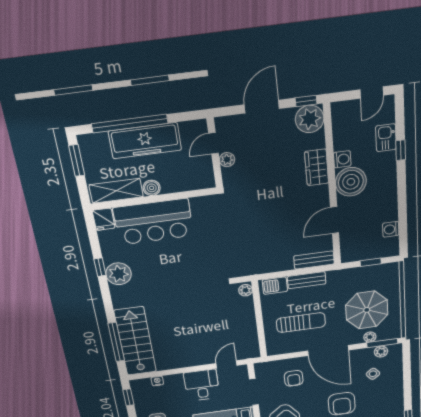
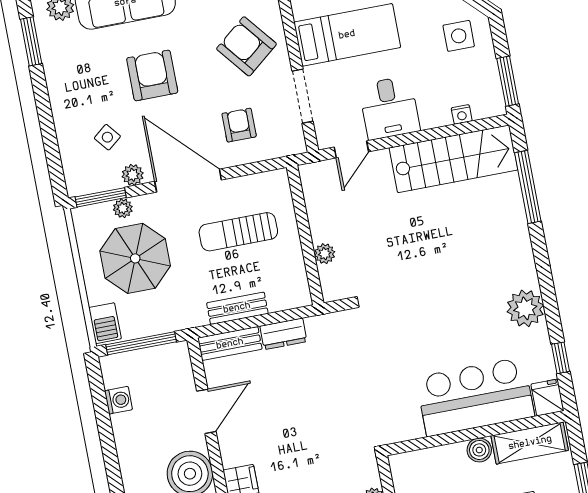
window: (371, 262) -> (141, 343), width x2.17
dresser: (279, 264) -> (283, 334), added
window: (100, 267) -> (560, 358), moved
barbecue: (275, 286) -> (105, 323), moved, turned 90
plant: (246, 290) -> (325, 254), moved
stairs: (135, 341) -> (453, 159), moved, turned -90
plant: (381, 352) -> (133, 175), moved
window: (128, 397) -> (508, 81), width x1.50

